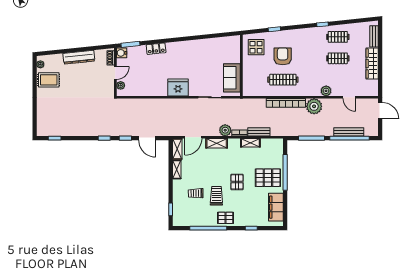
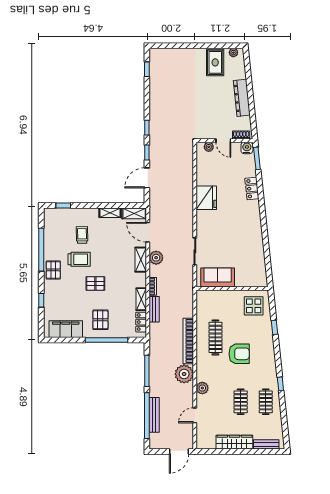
armchair: (283, 56) -> (239, 354), moved
fridge: (178, 87) -> (206, 198), moved
plant: (225, 130) -> (156, 258), moved
locker: (270, 143) -> (141, 322), added
pallet: (268, 178) -> (100, 320), width x0.67, depth x0.71

